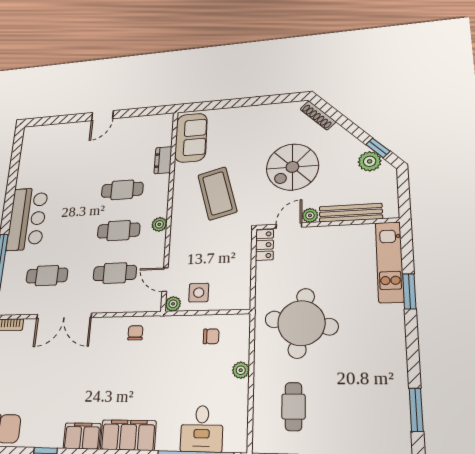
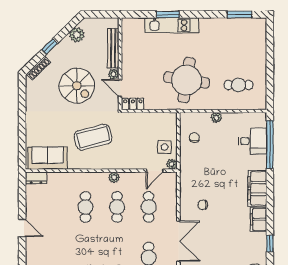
window: (378, 148) -> (49, 47), moved
dresser: (163, 160) -> (36, 178), moved
kitchen unit: (390, 262) -> (172, 25), moved
chair: (135, 333) -> (203, 205), moved

